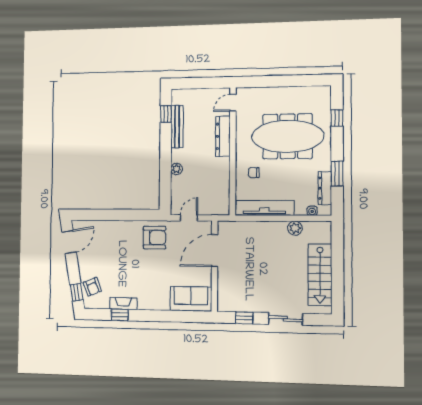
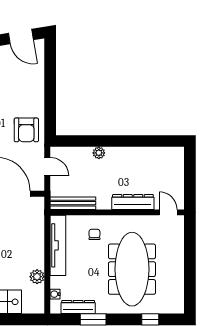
window: (166, 114) -> (158, 141), removed
bench: (177, 127) -> (73, 203), moved

